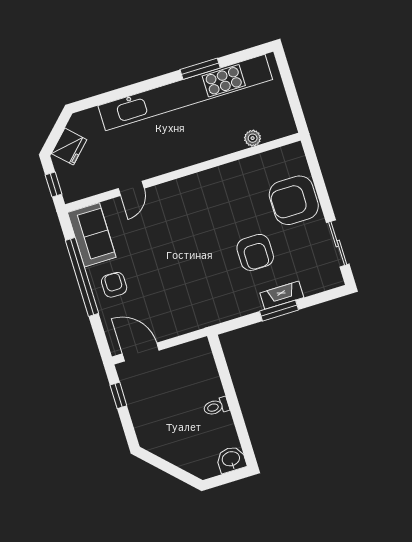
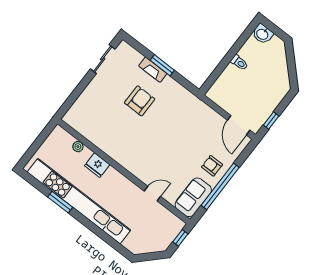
fridge: (69, 147) -> (97, 165), moved, turned -135
armchair: (294, 200) -> (96, 100), removed
armchair: (114, 285) -> (212, 166), turned 90

